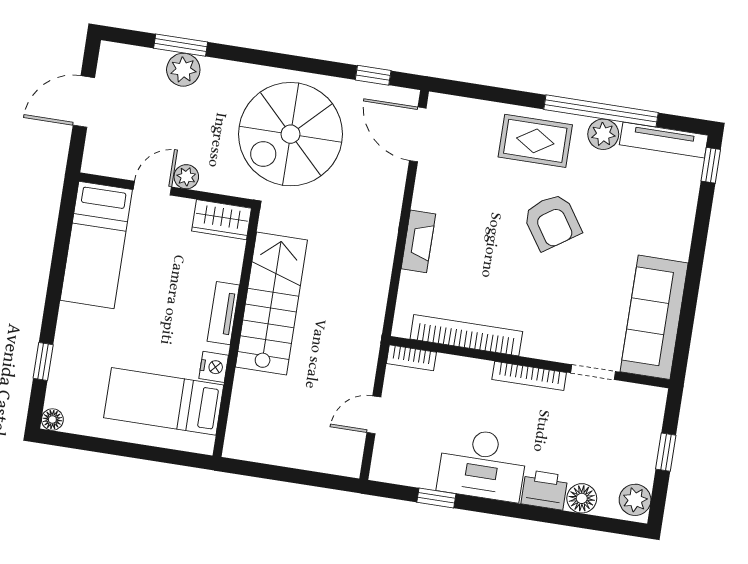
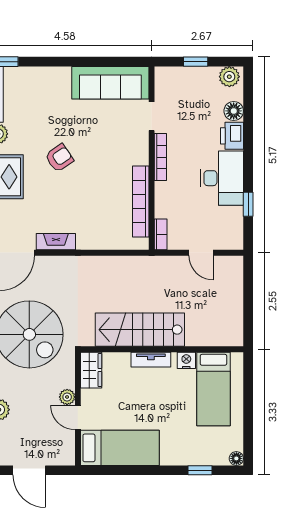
armchair: (552, 222) -> (59, 158), width x0.72, depth x0.72
fireplace: (418, 241) -> (56, 242), moved

